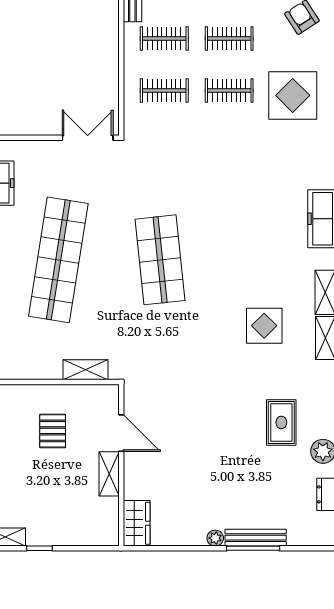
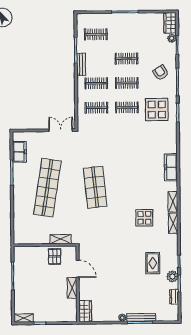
pallet: (53, 431) -> (55, 256), moved

